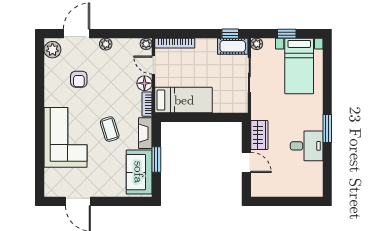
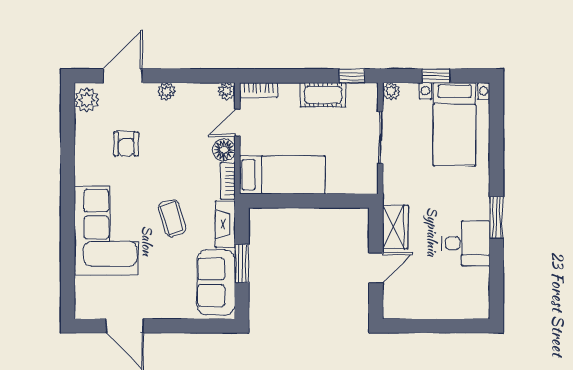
bookcase: (175, 43) -> (259, 90), width x0.64
cot: (233, 46) -> (323, 95), moved
door: (153, 65) -> (237, 123), hinge flipped
door: (246, 162) -> (376, 268), hinge flipped

